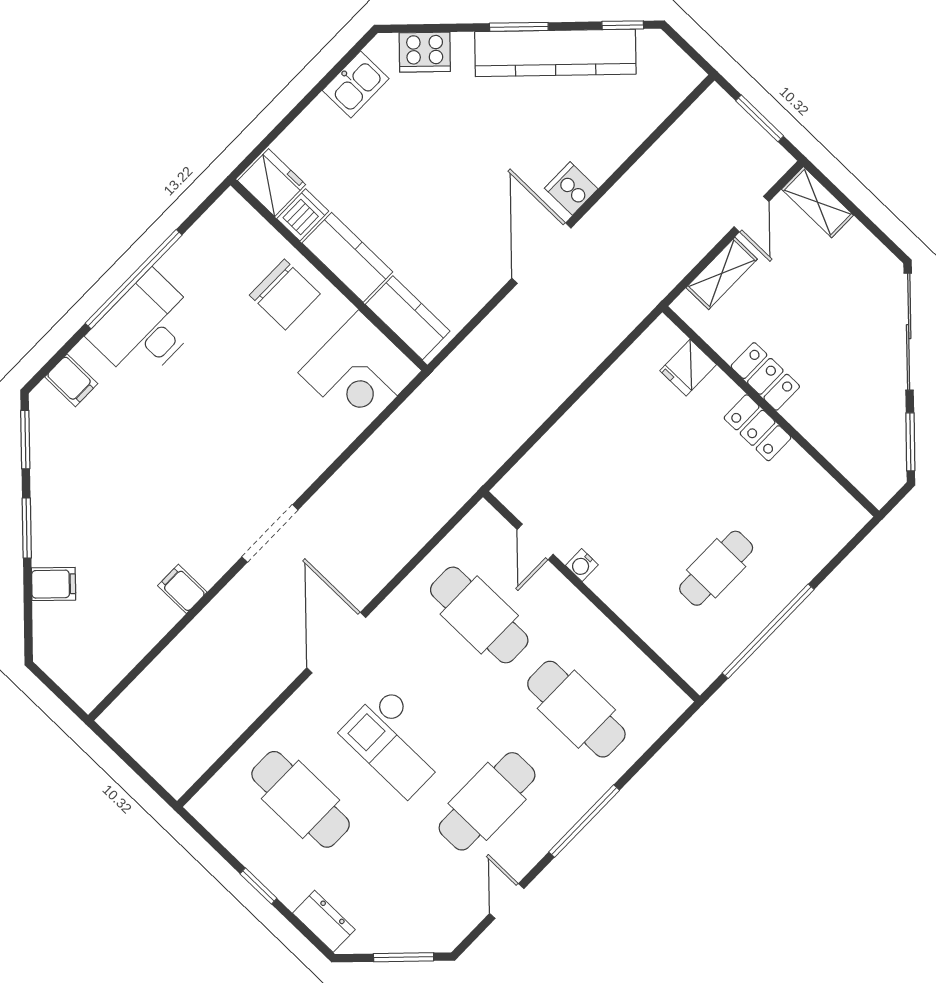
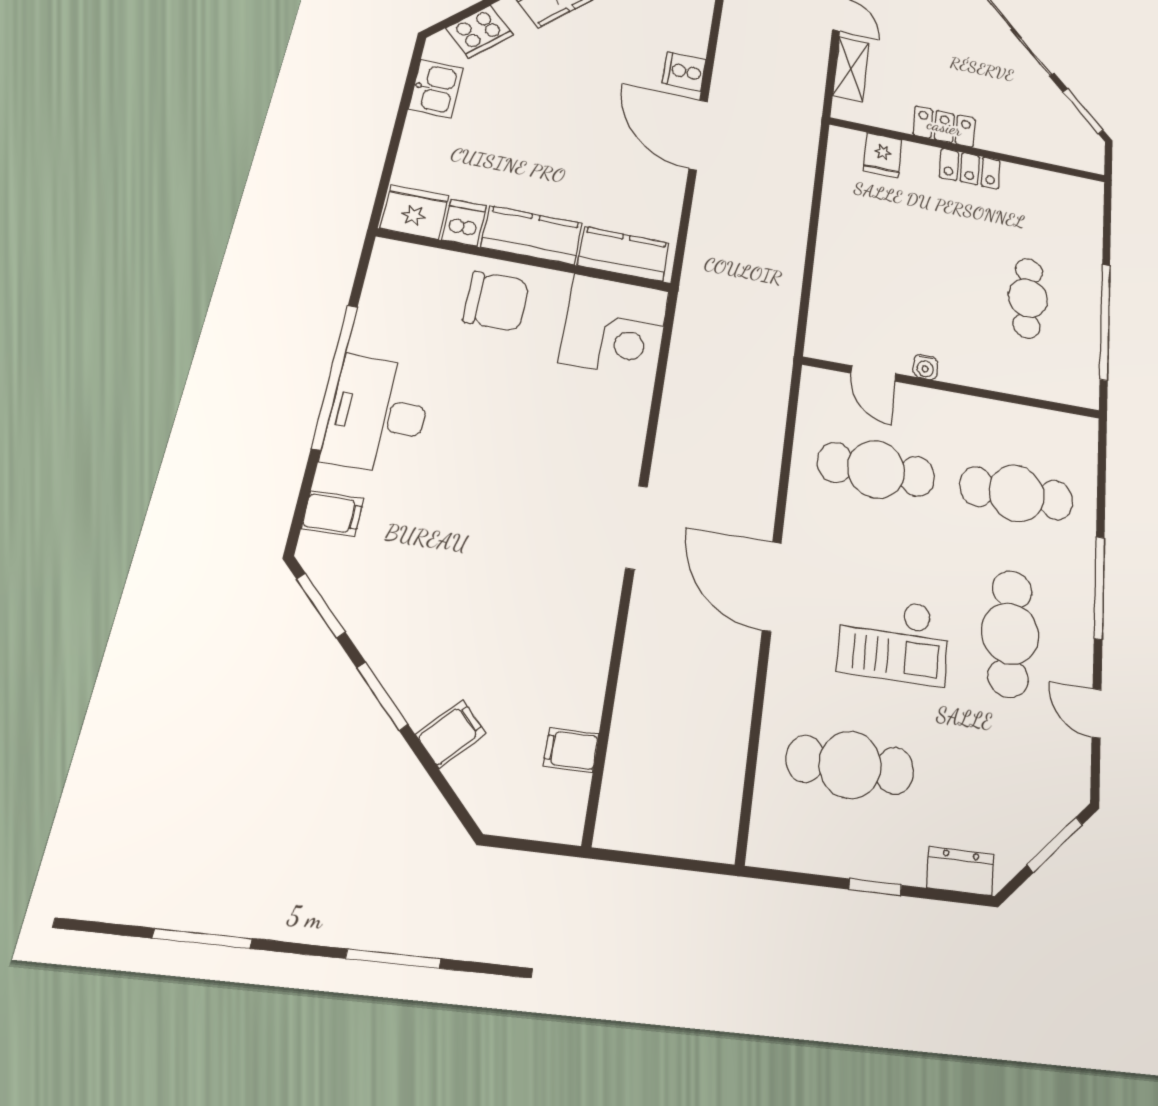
filing cabinet: (182, 589) -> (571, 750), moved

